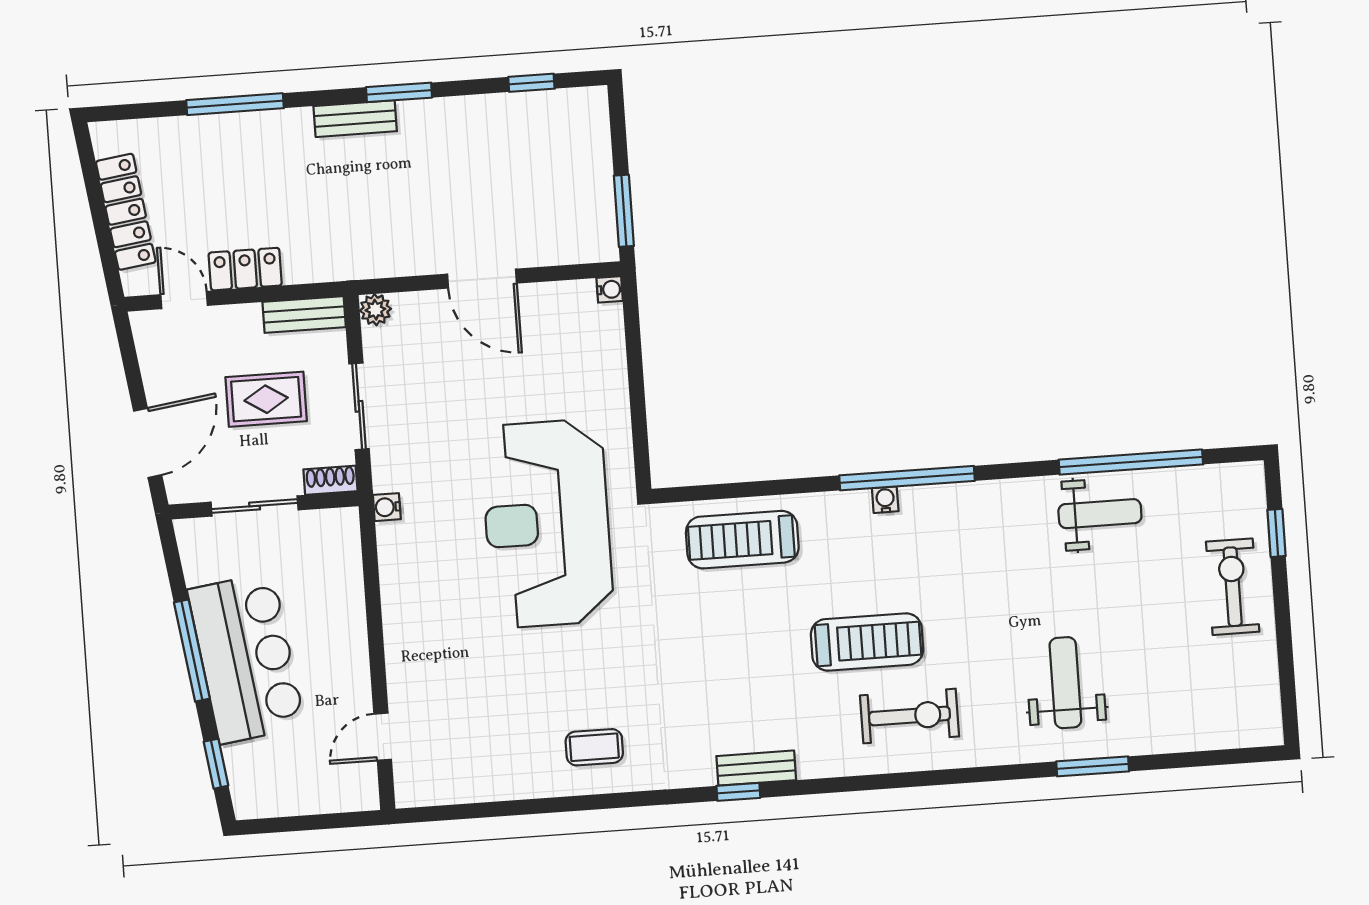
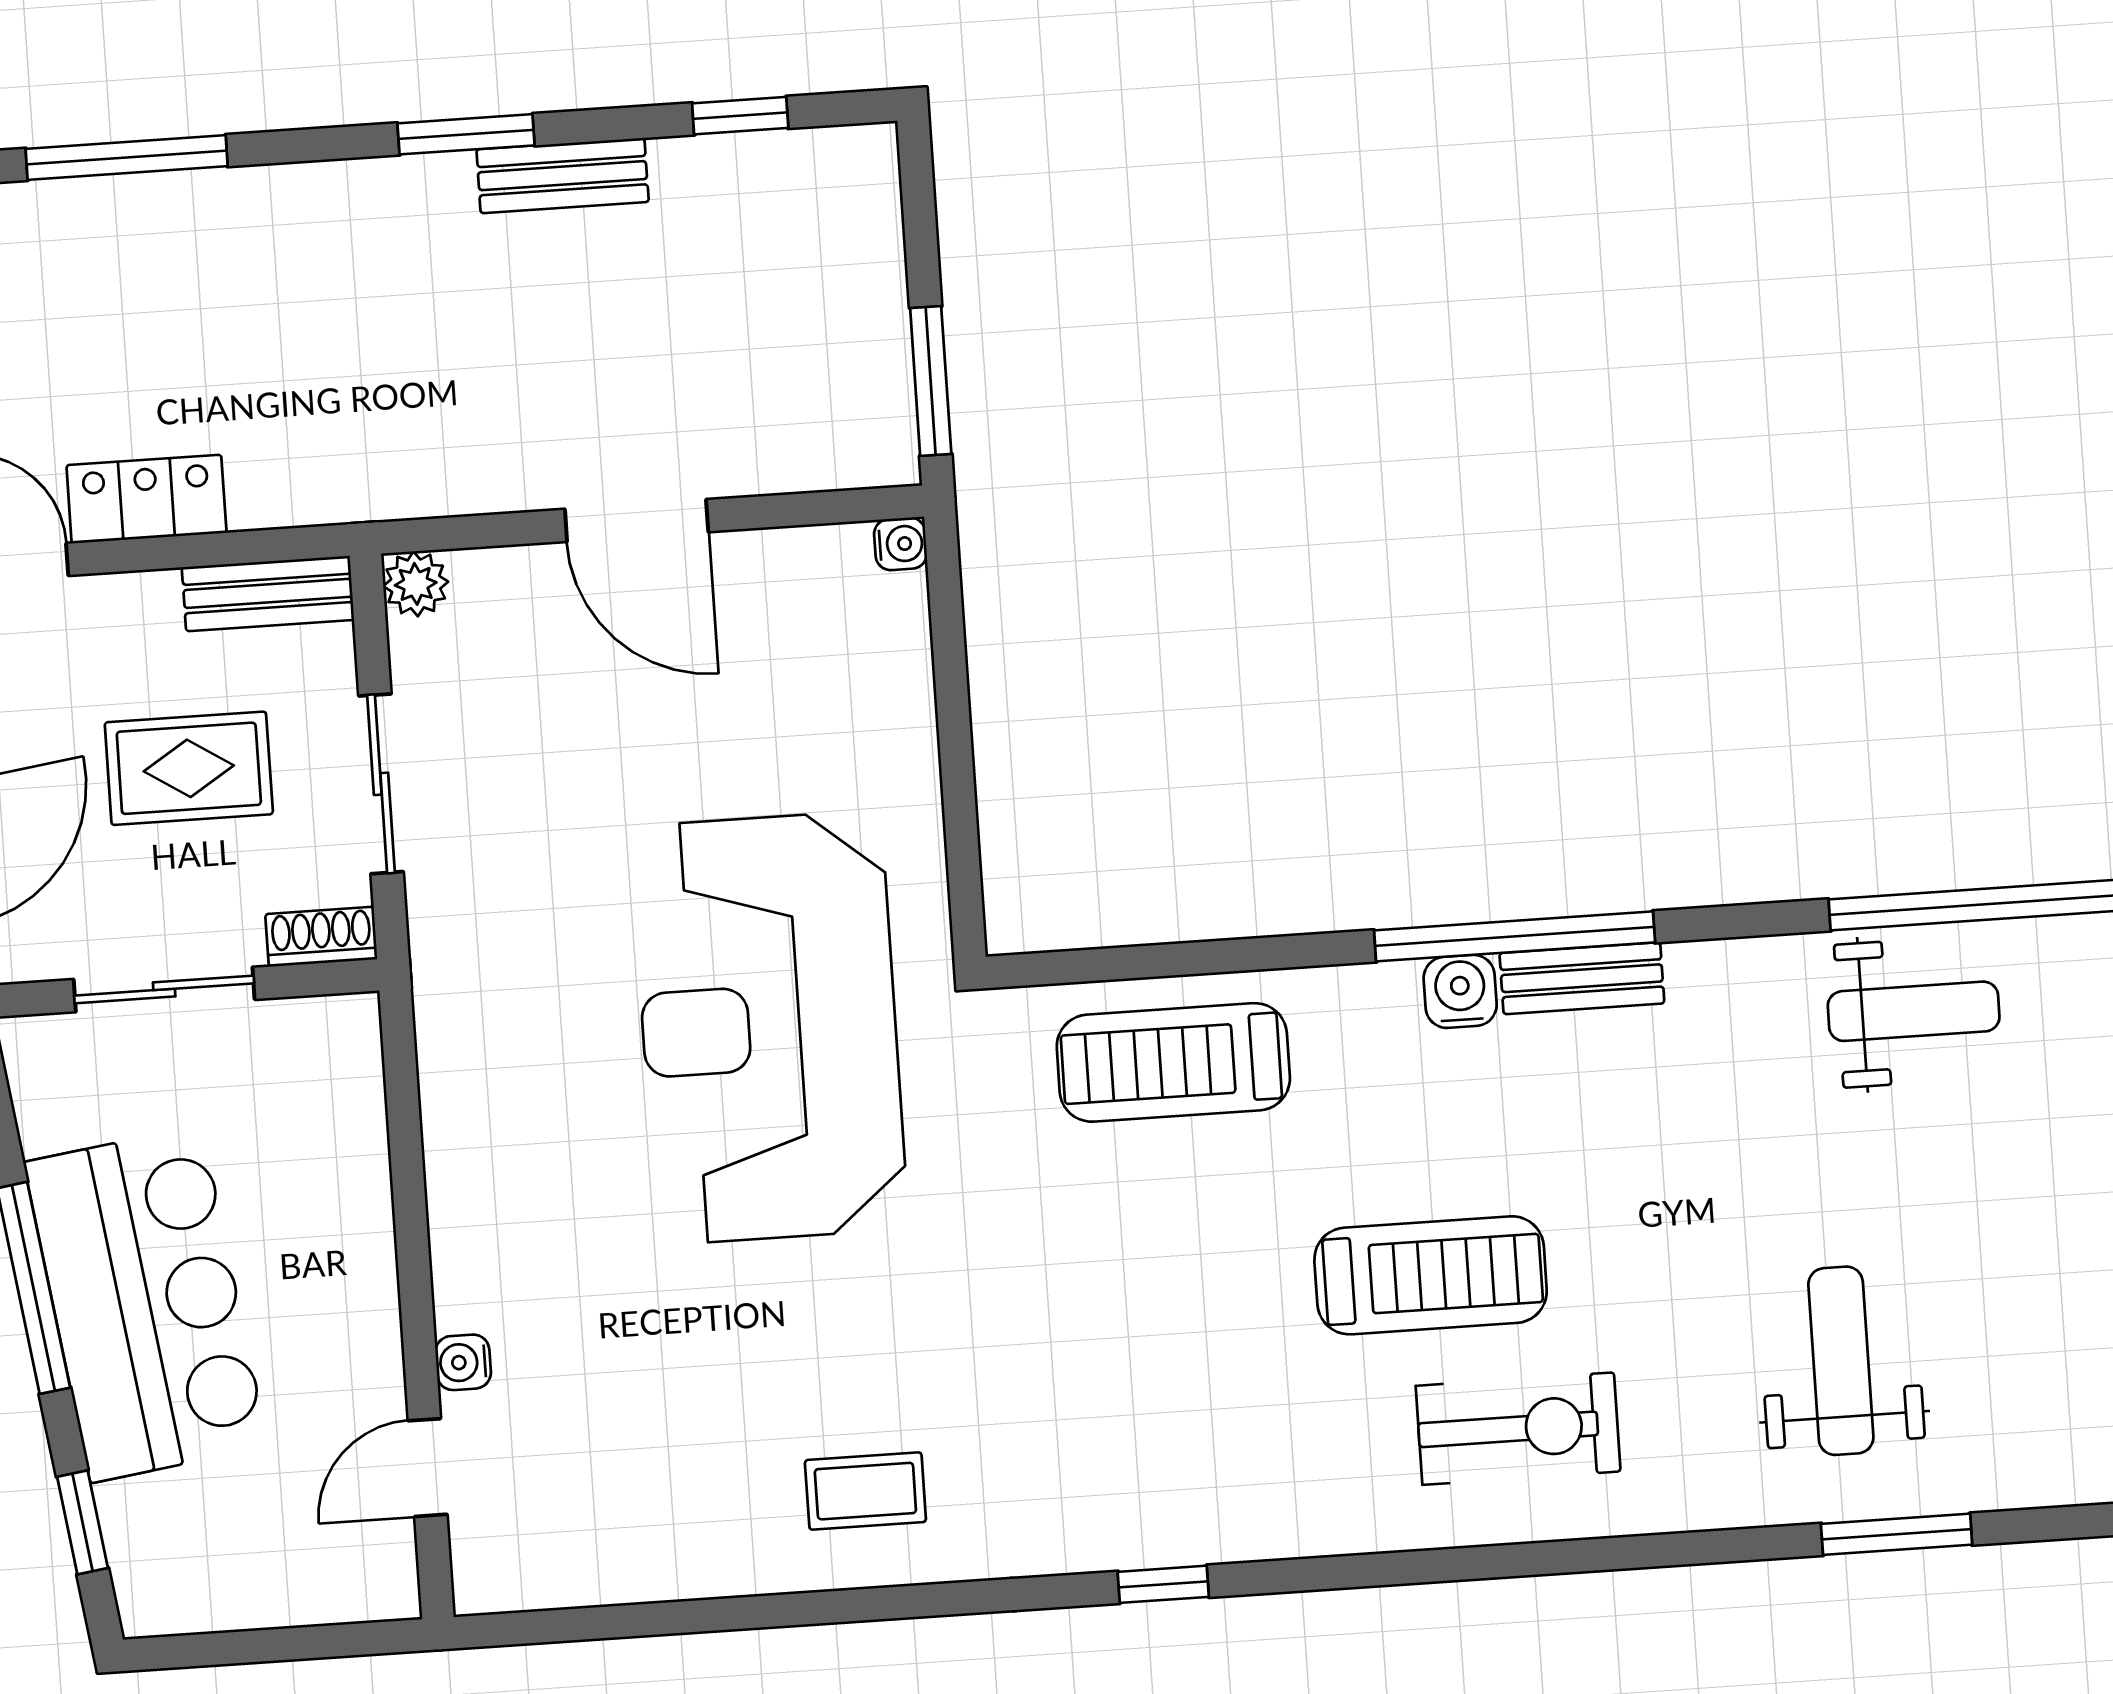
bench: (355, 119) -> (563, 176), moved
water cooler: (885, 500) -> (1460, 991), width x1.38, depth x1.38
water cooler: (387, 507) -> (463, 1362), moved
bench: (756, 768) -> (1582, 978), moved

